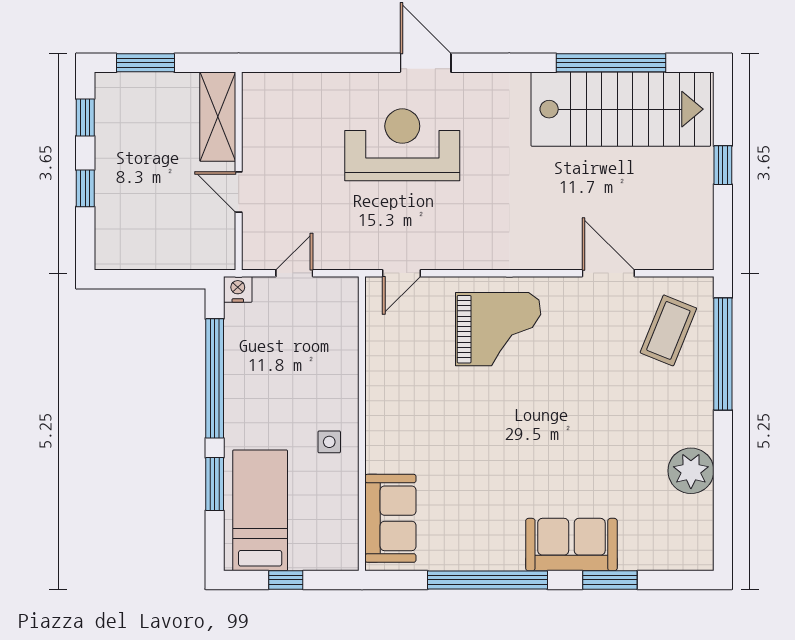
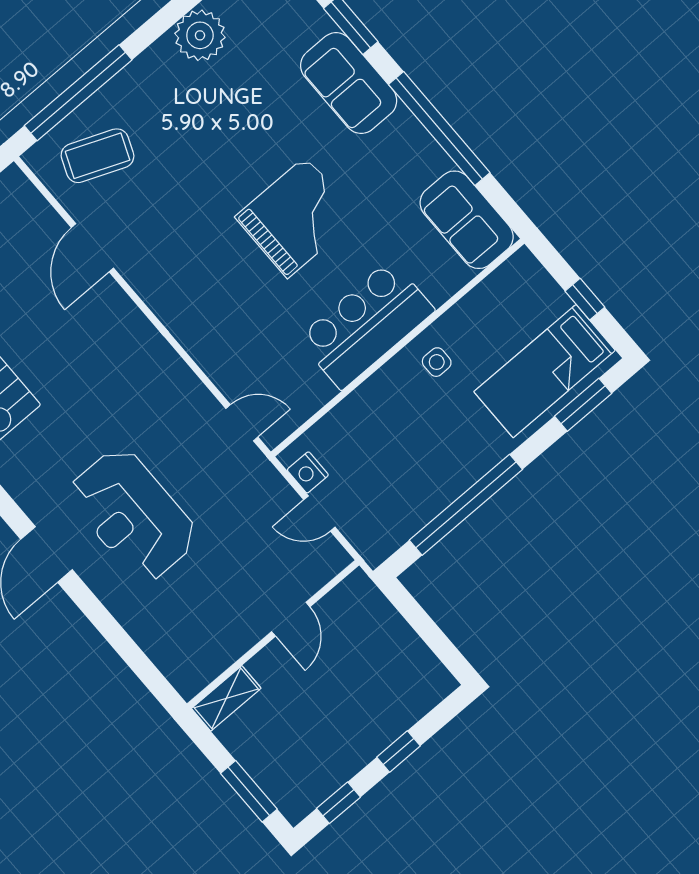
shelving: (218, 117) -> (226, 698), width x0.67, depth x0.75
nightstand: (238, 289) -> (308, 472), moved
grand piano: (498, 329) -> (297, 217), moved, turned 90
bar counter: (396, 416) -> (366, 324), added
window: (215, 484) -> (583, 405), moved
sofa: (390, 518) -> (467, 220), moved, turned -90

